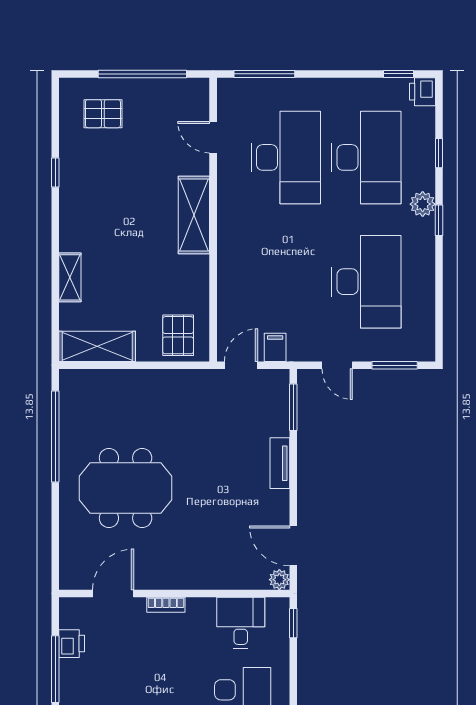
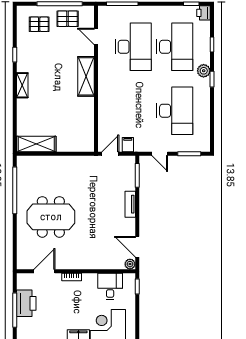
shelving: (70, 277) -> (22, 85), moved
pallet: (178, 335) -> (68, 19), moved, turned 90
printer: (72, 644) -> (26, 303), width x1.87, depth x1.48

